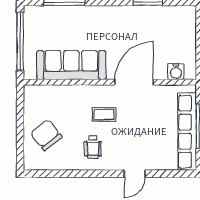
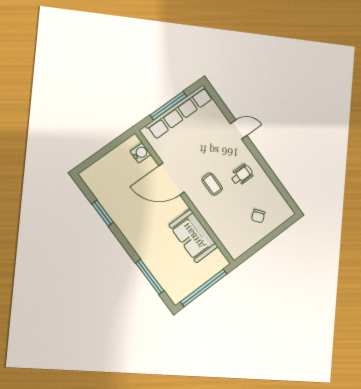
sofa: (71, 65) -> (193, 236), width x0.73
chair: (46, 135) -> (258, 216), width x0.54, depth x0.54

